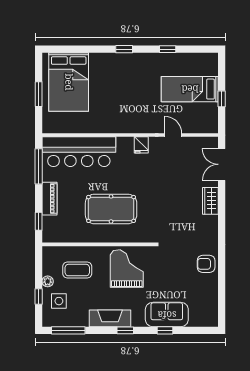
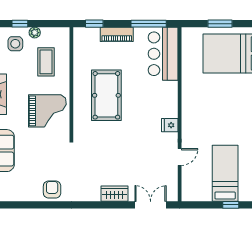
window: (222, 99) -> (231, 205), moved
bar counter: (79, 152) -> (163, 54), width x0.73

